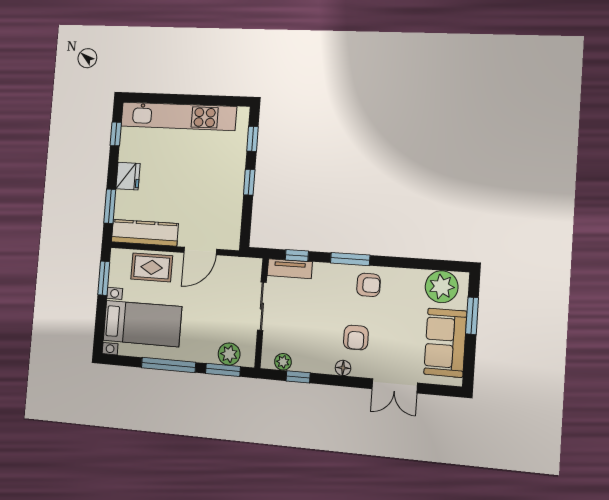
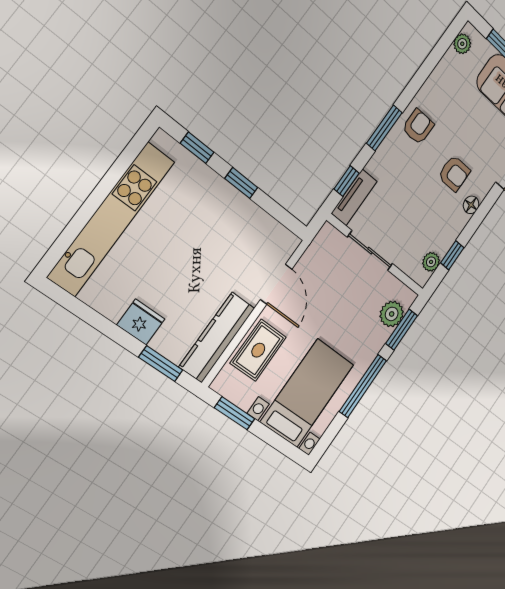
window: (116, 134) -> (80, 309), removed
plant: (442, 287) -> (462, 44), width x0.53, depth x0.53

